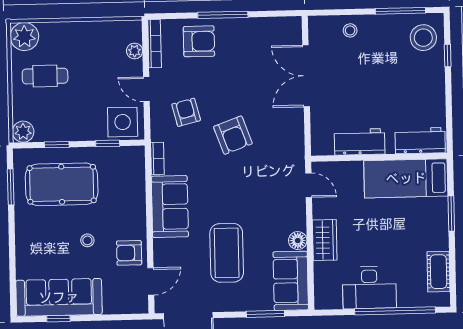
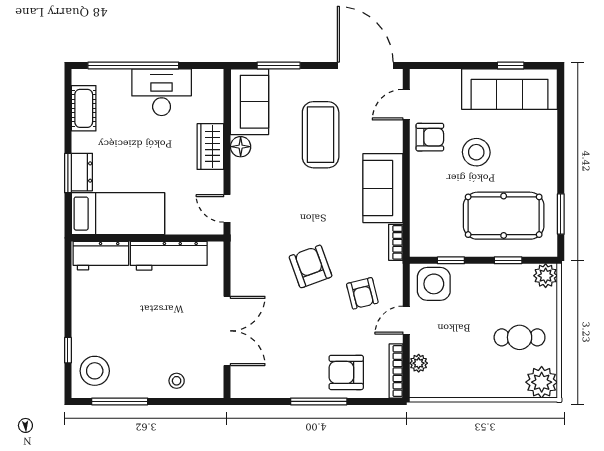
door: (146, 89) -> (406, 320), swing flipped
workbench: (360, 142) -> (169, 256), width x1.38
dresser: (439, 215) -> (82, 172), added
stool: (87, 240) -> (476, 152), width x1.89, depth x1.89

